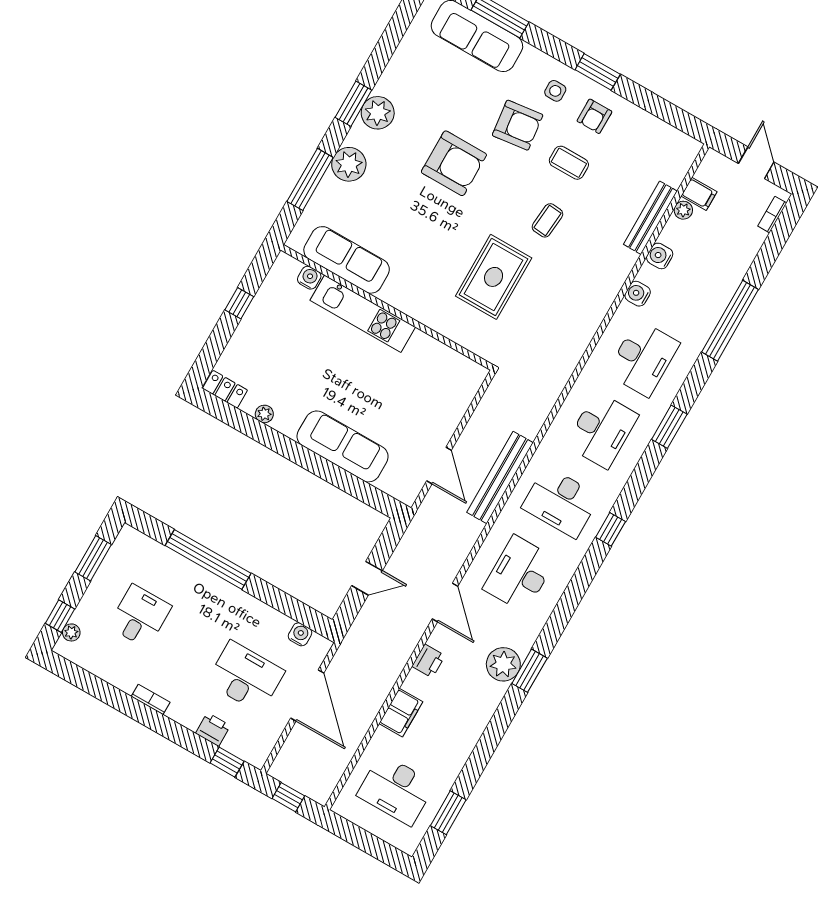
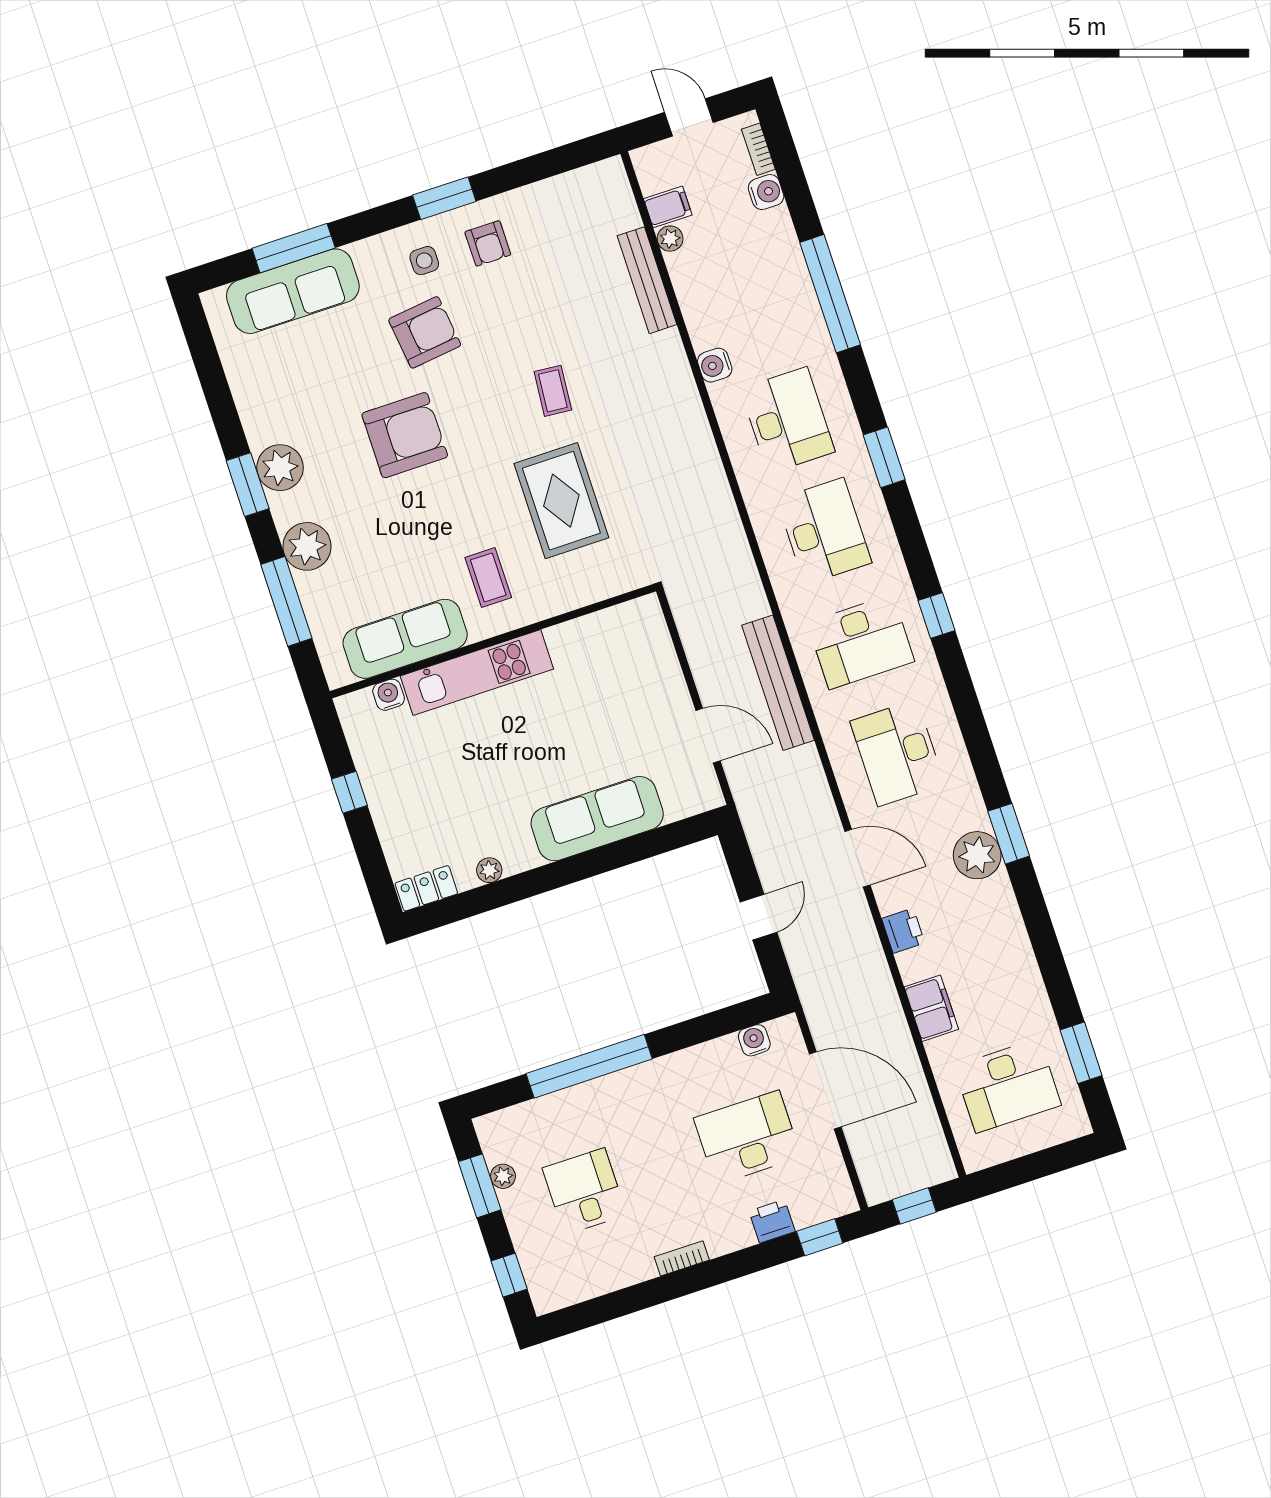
coffee table: (569, 163) -> (488, 577), moved, turned 90
water cooler: (660, 256) -> (766, 192), moved, turned 180
plant: (71, 632) -> (503, 1176), moved

